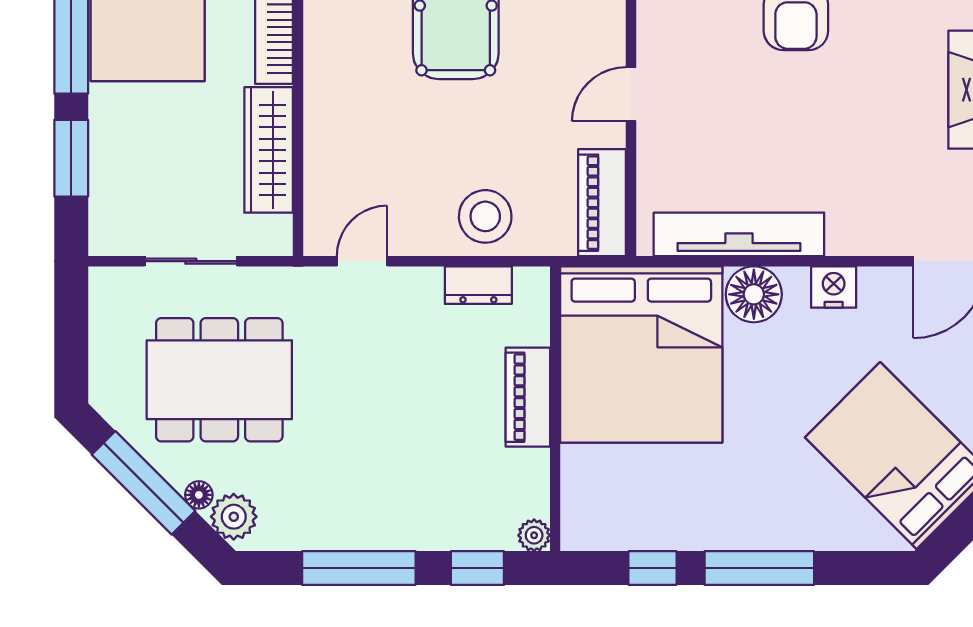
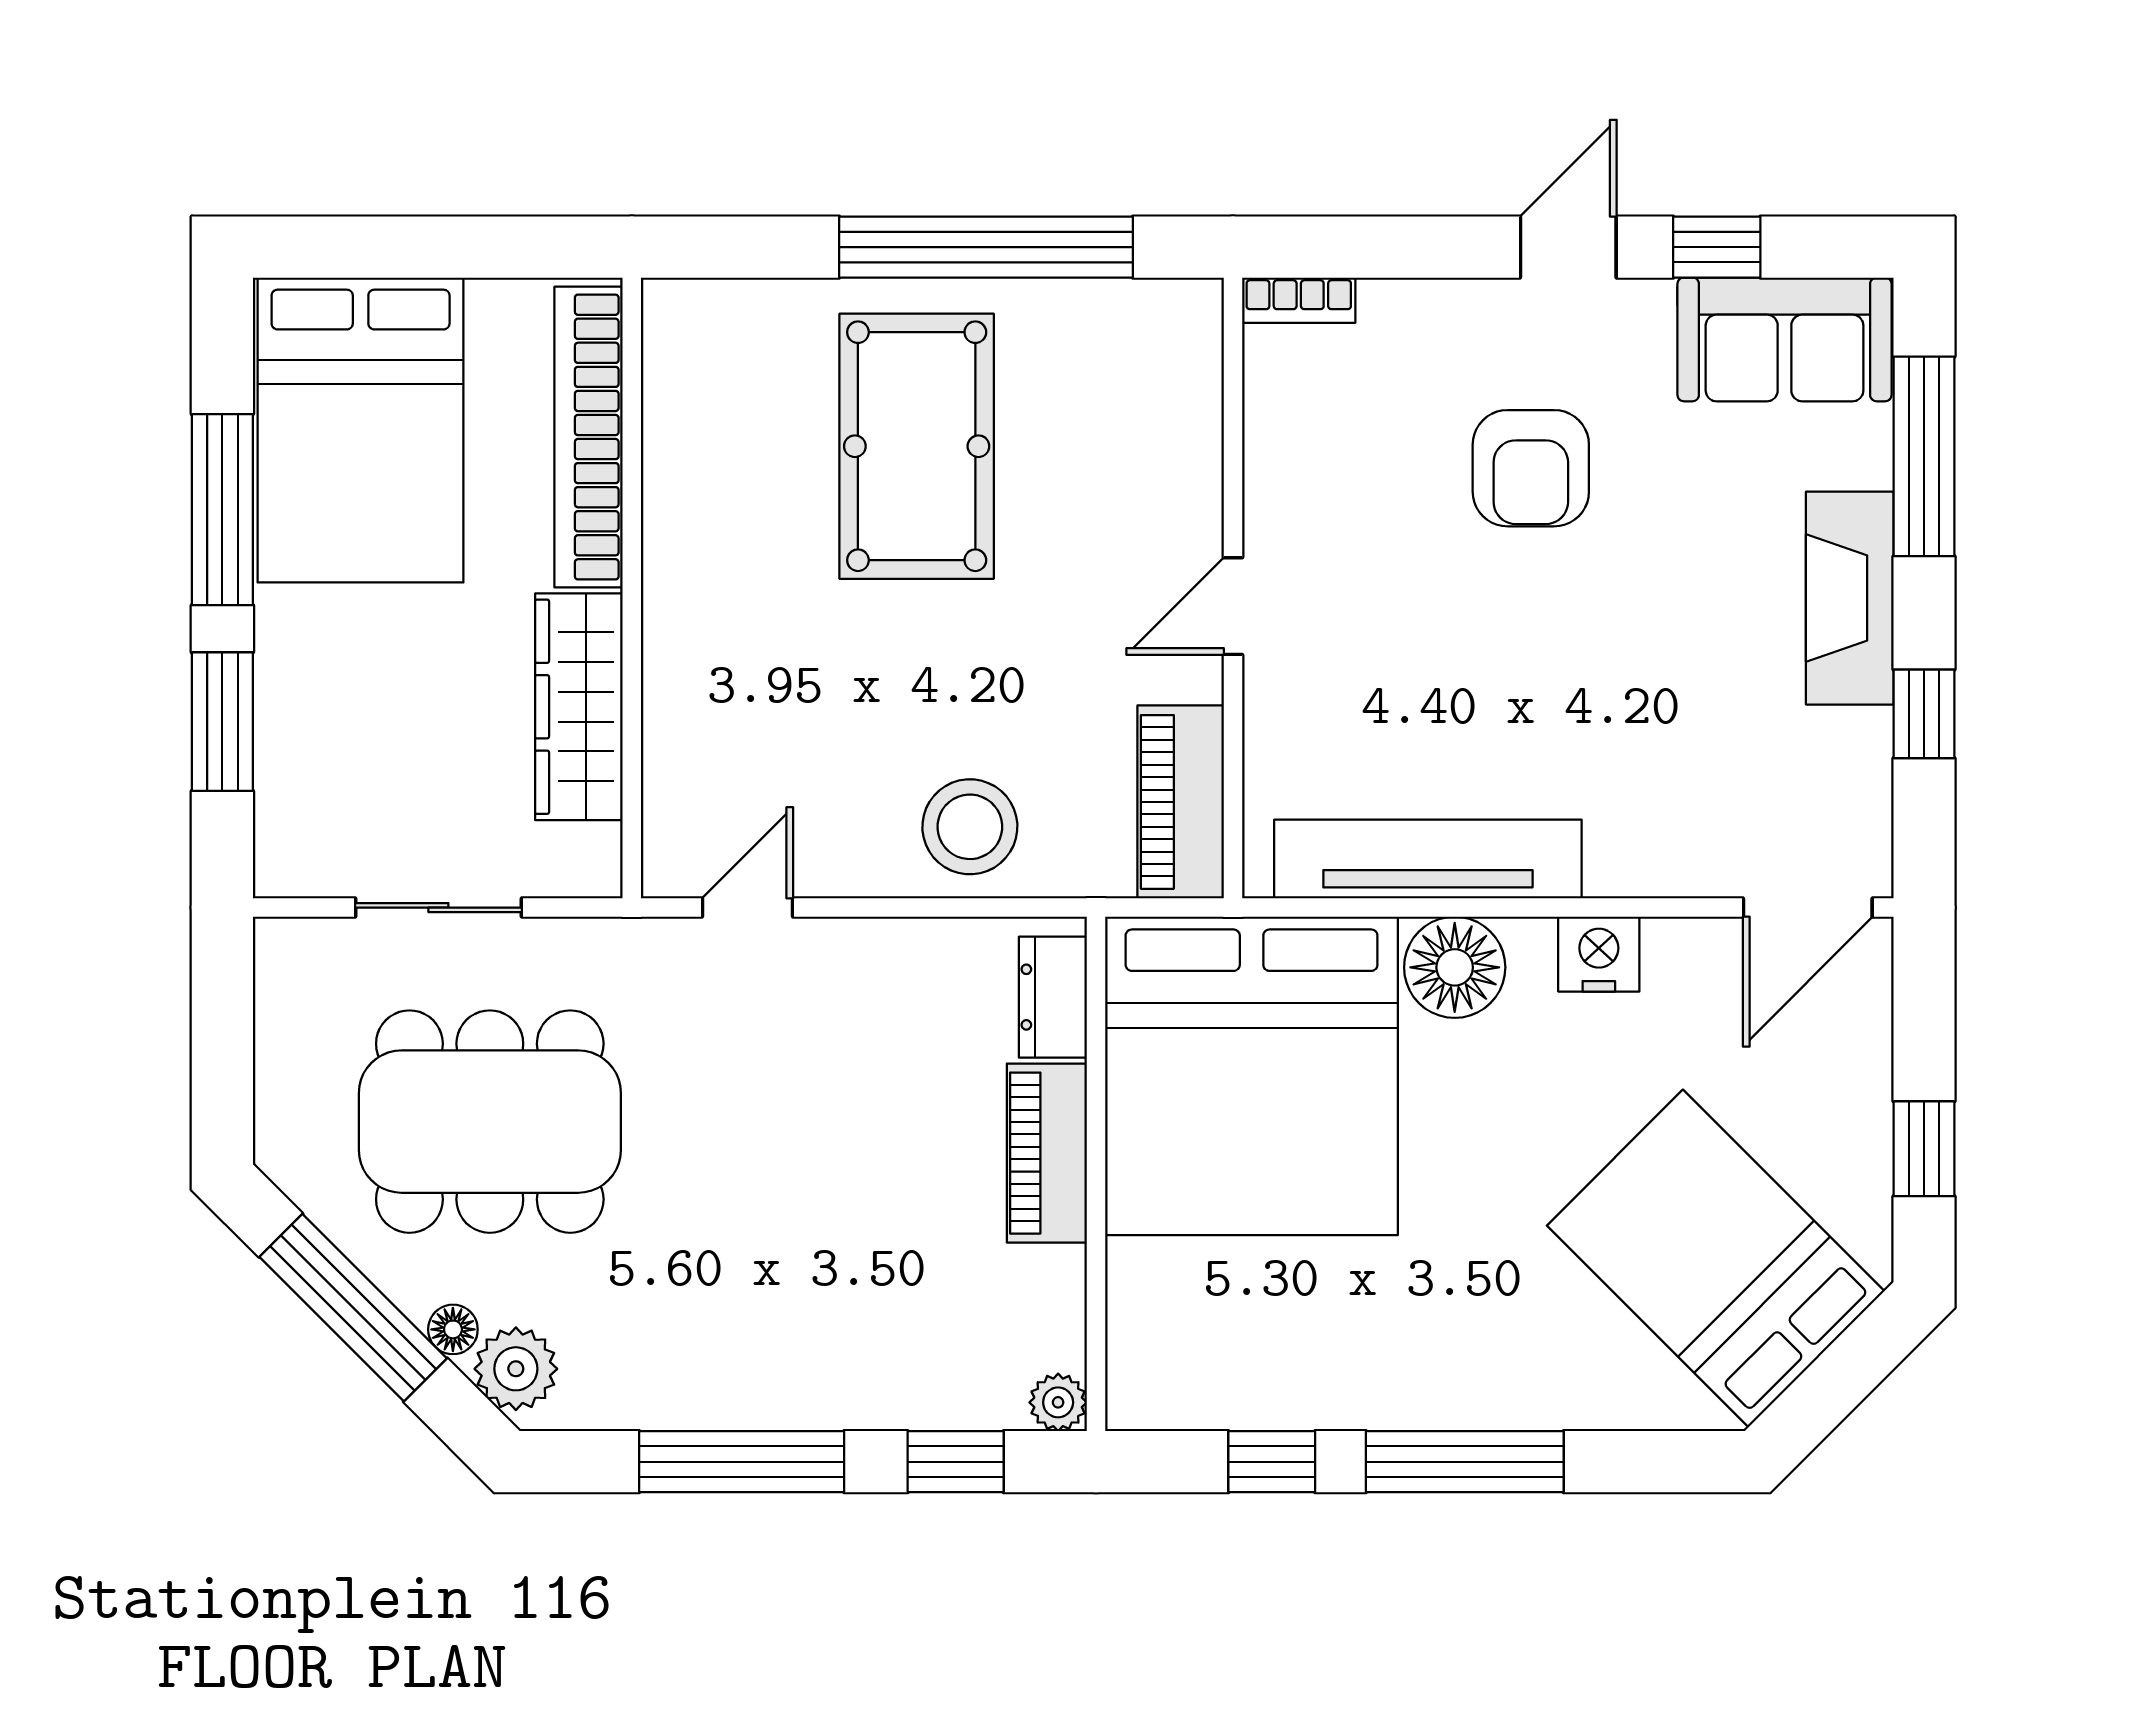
dresser: (478, 285) -> (1053, 997), moved, turned 90

